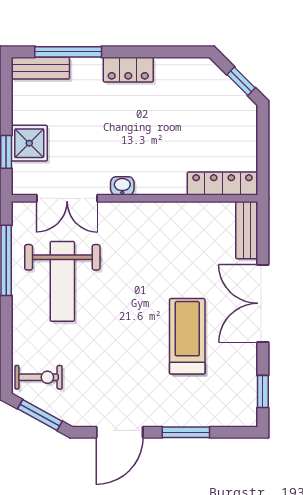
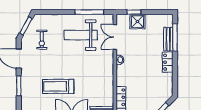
bench: (40, 68) -> (168, 39), moved
treadmill: (187, 336) -> (58, 86), turned 180
exercise bike: (38, 377) -> (42, 40), moved

